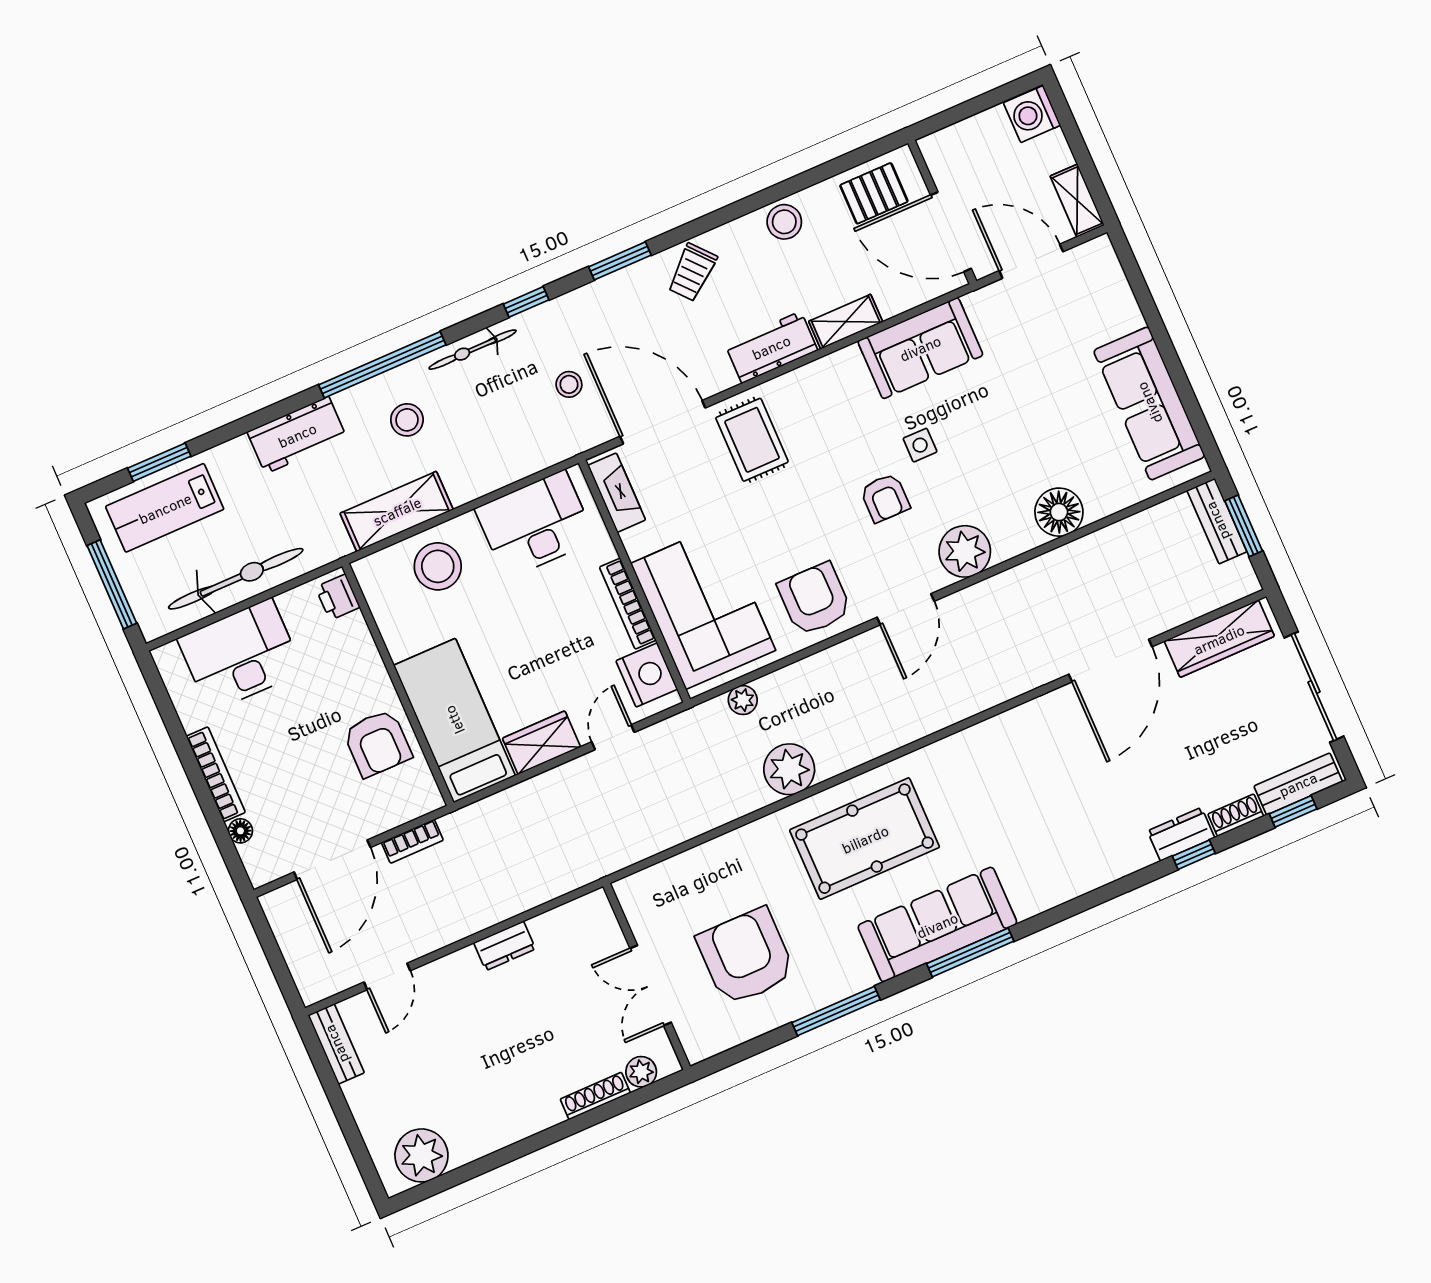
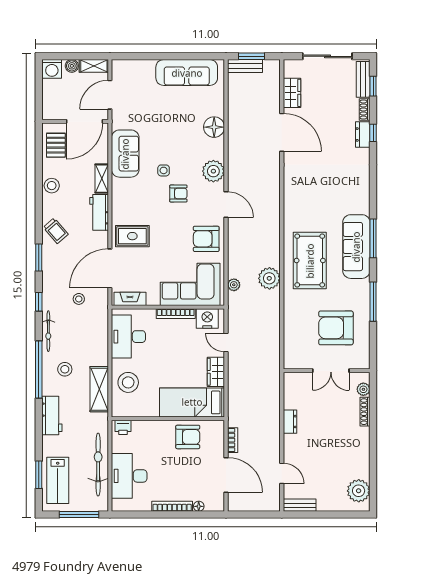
boiler: (1057, 154) -> (72, 66), added
wardrobe: (1219, 639) -> (292, 93), width x0.67

